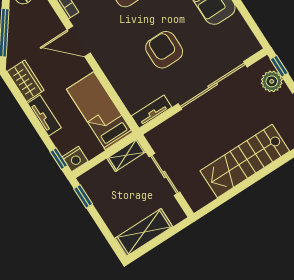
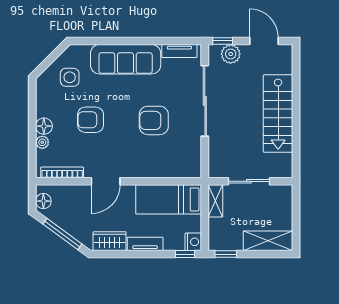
tv unit: (151, 112) -> (179, 51), moved, turned -90
shelving: (144, 232) -> (268, 241), moved, turned 90

